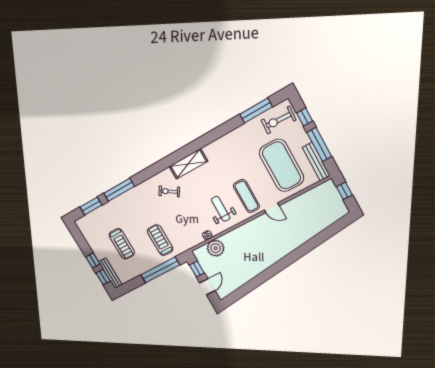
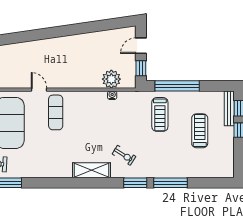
window: (91, 206) -> (135, 183), moved
weight bench: (221, 209) -> (86, 113), removed

